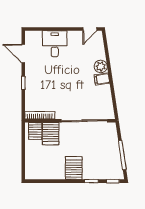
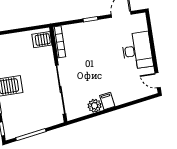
desk: (55, 44) -> (137, 51), width x1.37
plant: (101, 66) -> (95, 106), moved
server rack: (51, 134) -> (42, 56), removed

